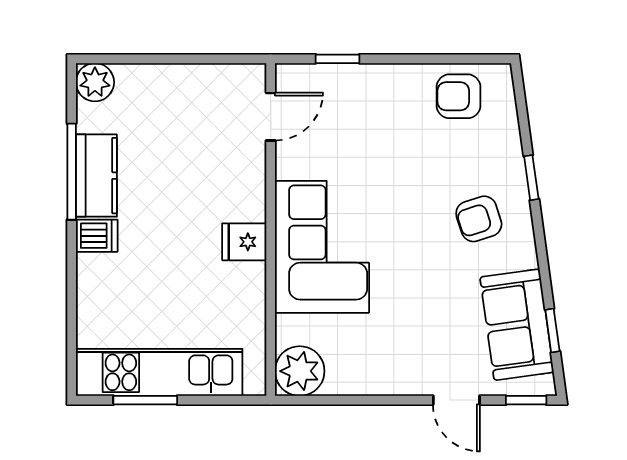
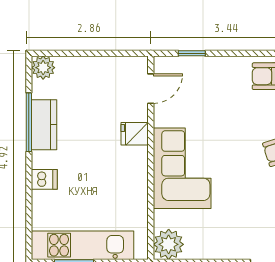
dishwasher: (97, 236) -> (44, 179), moved
fridge: (244, 242) -> (135, 134), moved

